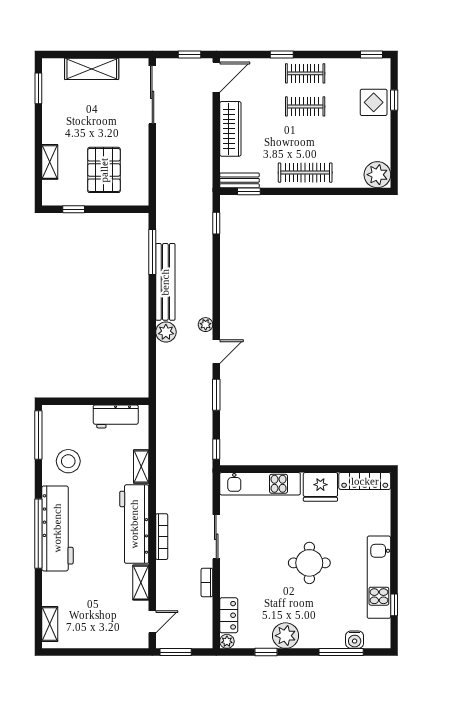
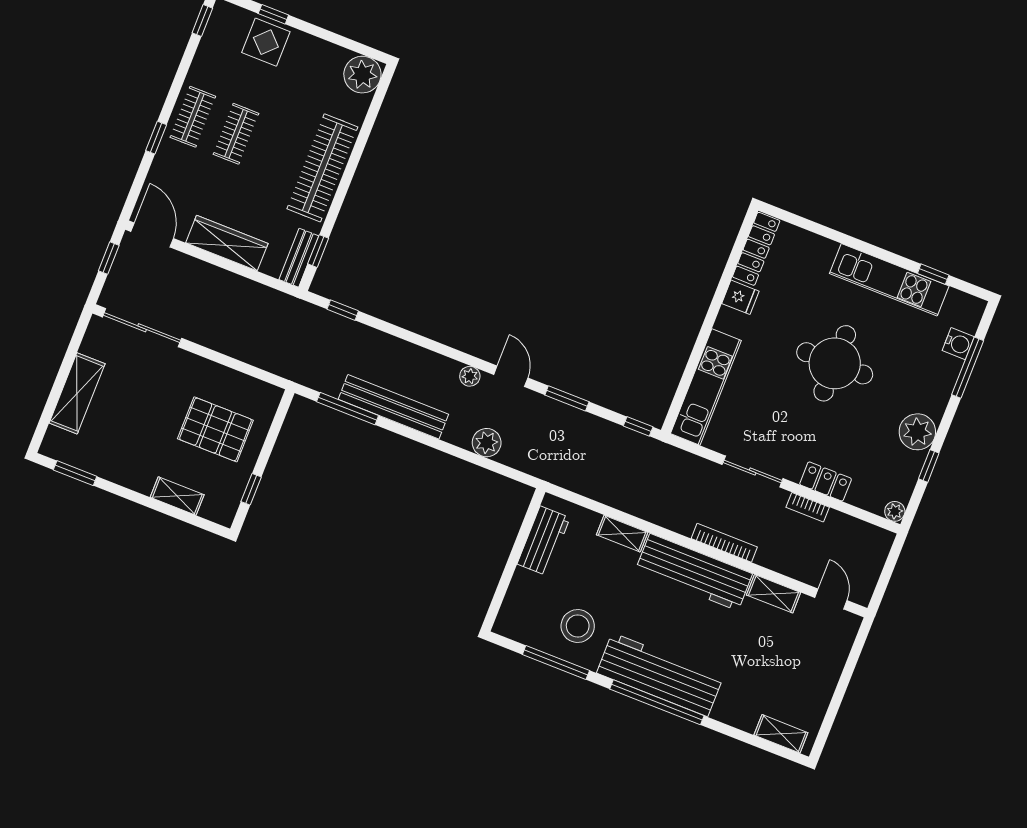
clothes rail: (305, 173) -> (322, 168), width x1.37, depth x1.31
plant: (166, 332) -> (487, 443), moved
window: (38, 435) -> (556, 663), moved
fridge: (320, 487) -> (740, 297), width x0.53, depth x0.75
round table: (309, 563) -> (835, 363), width x1.36, depth x1.36
locker: (229, 615) -> (826, 481), moved
window: (176, 652) -> (882, 584), removed

